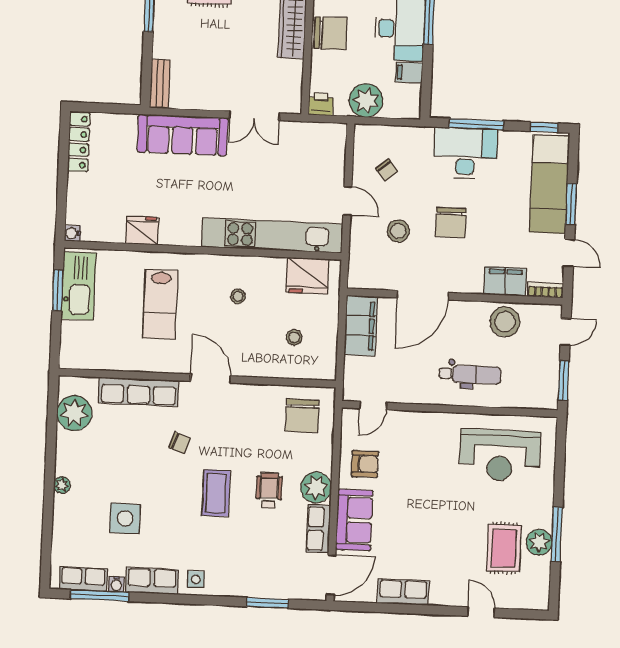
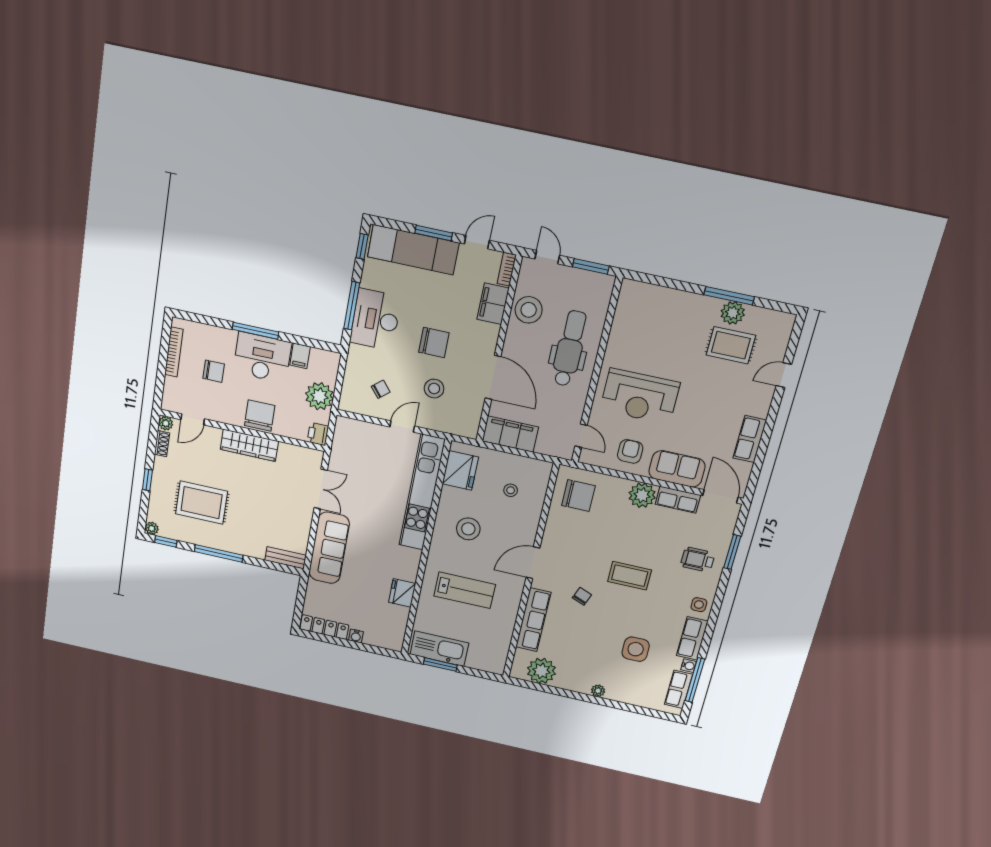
water cooler: (73, 233) -> (356, 636), moved
stool: (238, 296) -> (468, 529), width x1.89, depth x1.89
dental chair: (470, 374) -> (570, 349), width x1.36, depth x1.38
reception desk: (500, 455) -> (640, 396), moved, turned 90
wheelchair: (269, 491) -> (698, 560), moved

